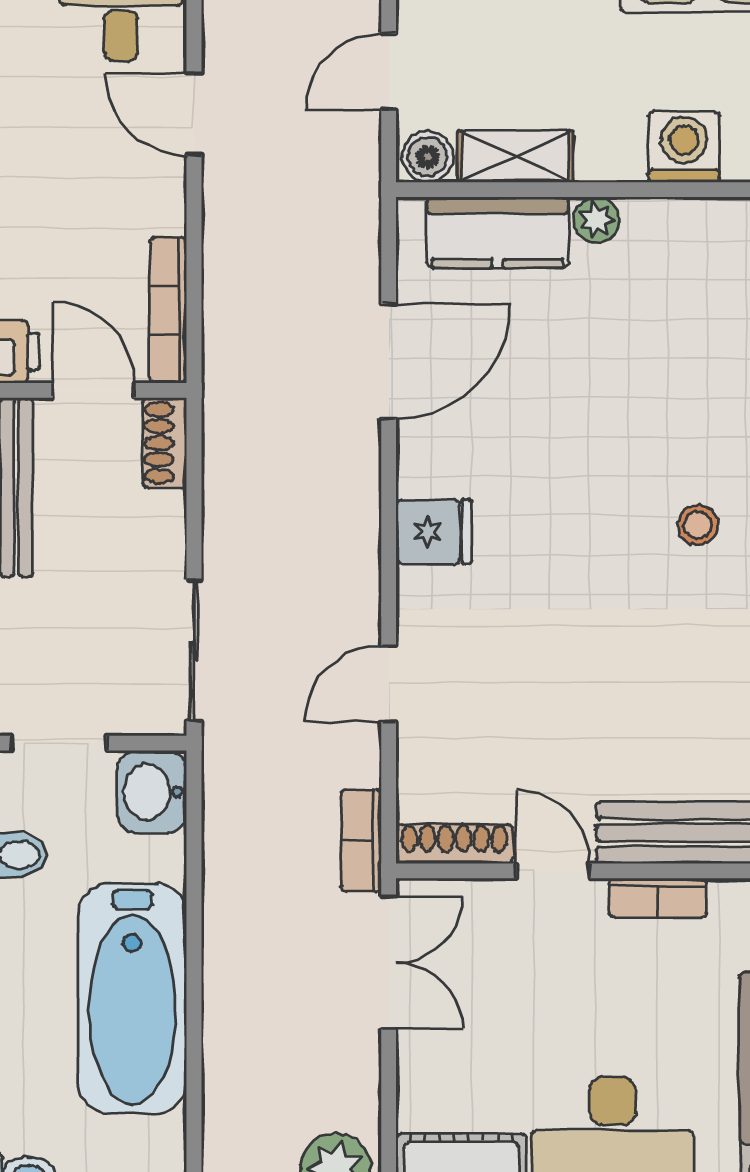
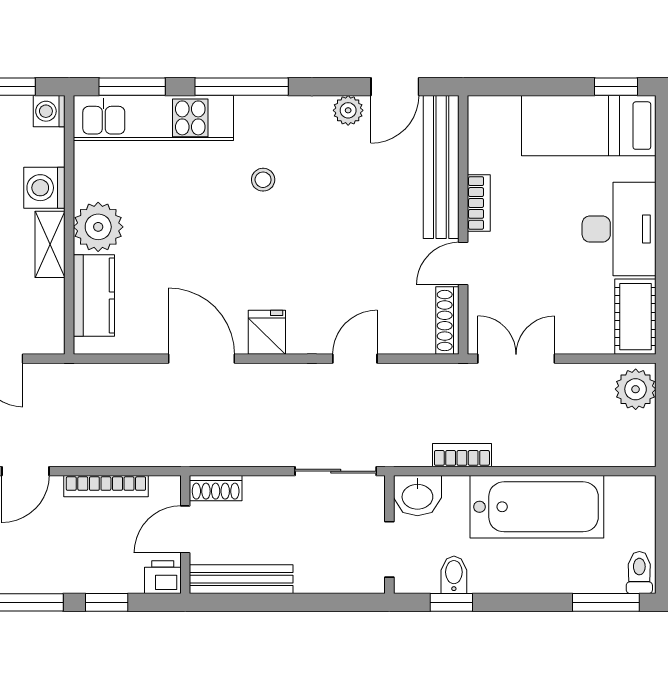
shelving: (515, 156) -> (50, 244), moved
boiler: (428, 157) -> (50, 336), removed
plant: (596, 220) -> (98, 227), width x1.88, depth x1.88
bookcase: (168, 310) -> (106, 486), moved
door: (389, 361) -> (202, 359), moved
door: (389, 684) -> (355, 359), swing flipped
bookcase: (361, 840) -> (462, 455), moved, turned 180

